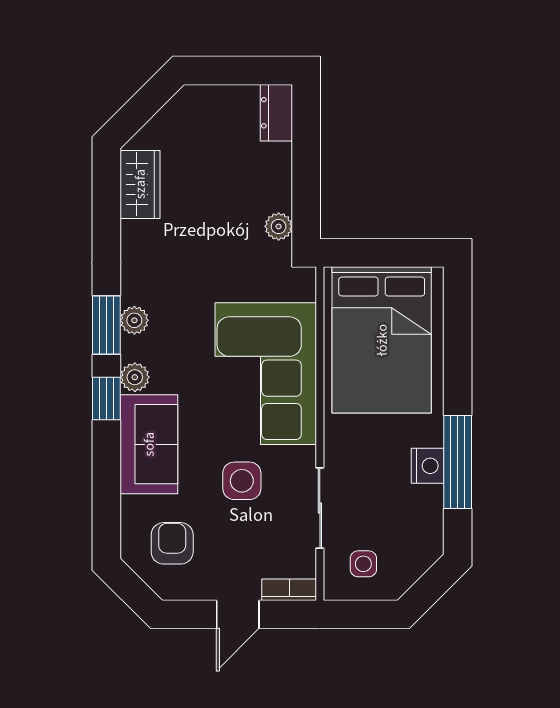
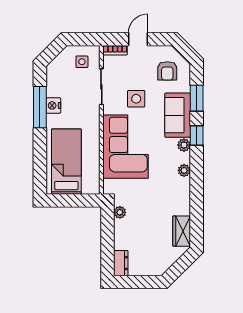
window: (106, 325) -> (197, 98), moved
bed: (382, 340) -> (66, 162), width x0.67

